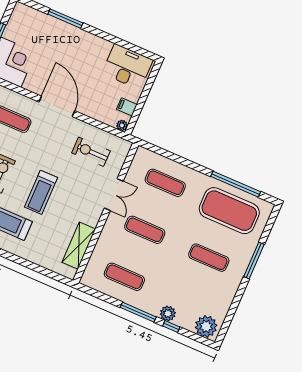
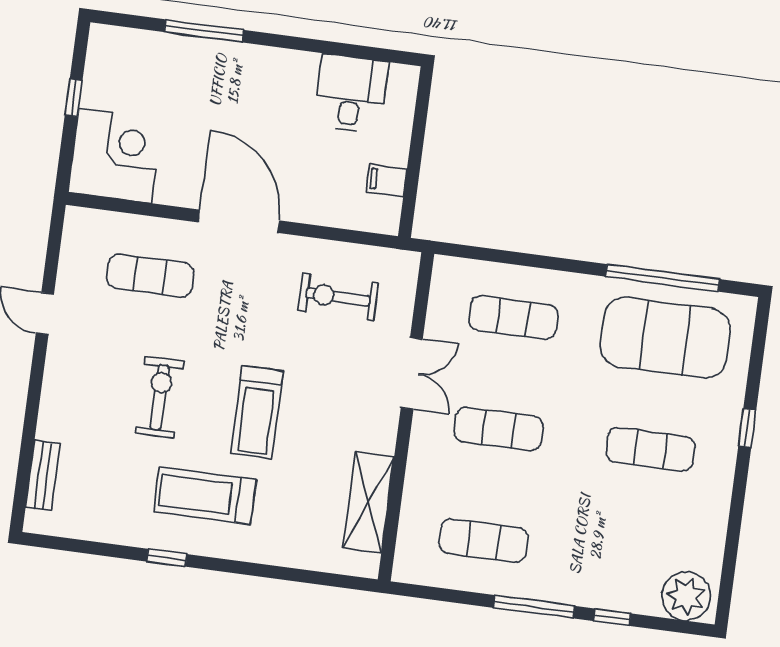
desk: (127, 67) -> (351, 94), width x0.73
plant: (122, 125) -> (388, 223), removed
window: (254, 260) -> (747, 428), width x0.46
plant: (168, 313) -> (597, 592), removed

